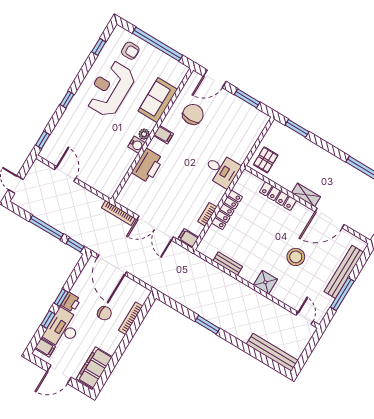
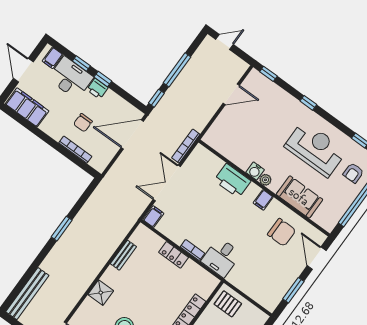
locker: (227, 210) -> (174, 255), width x0.66
bookcase: (207, 214) -> (192, 250), moved

